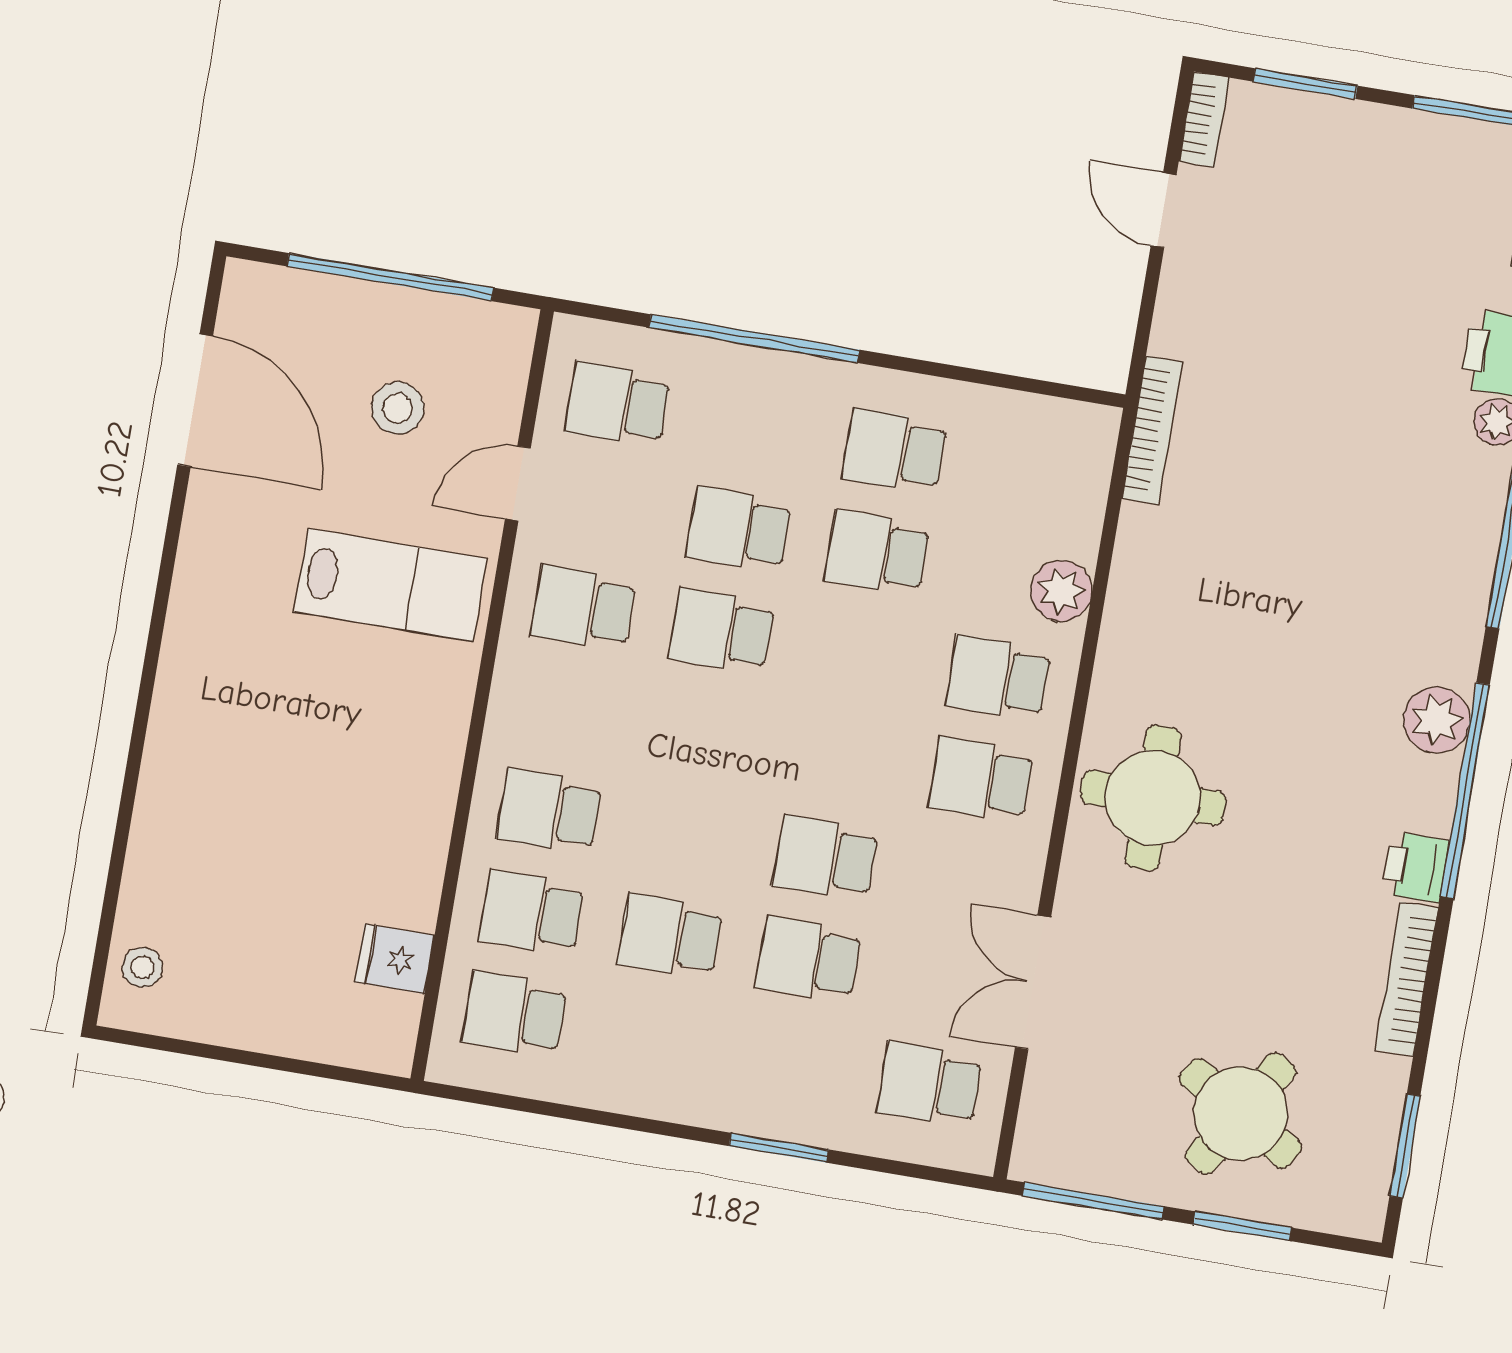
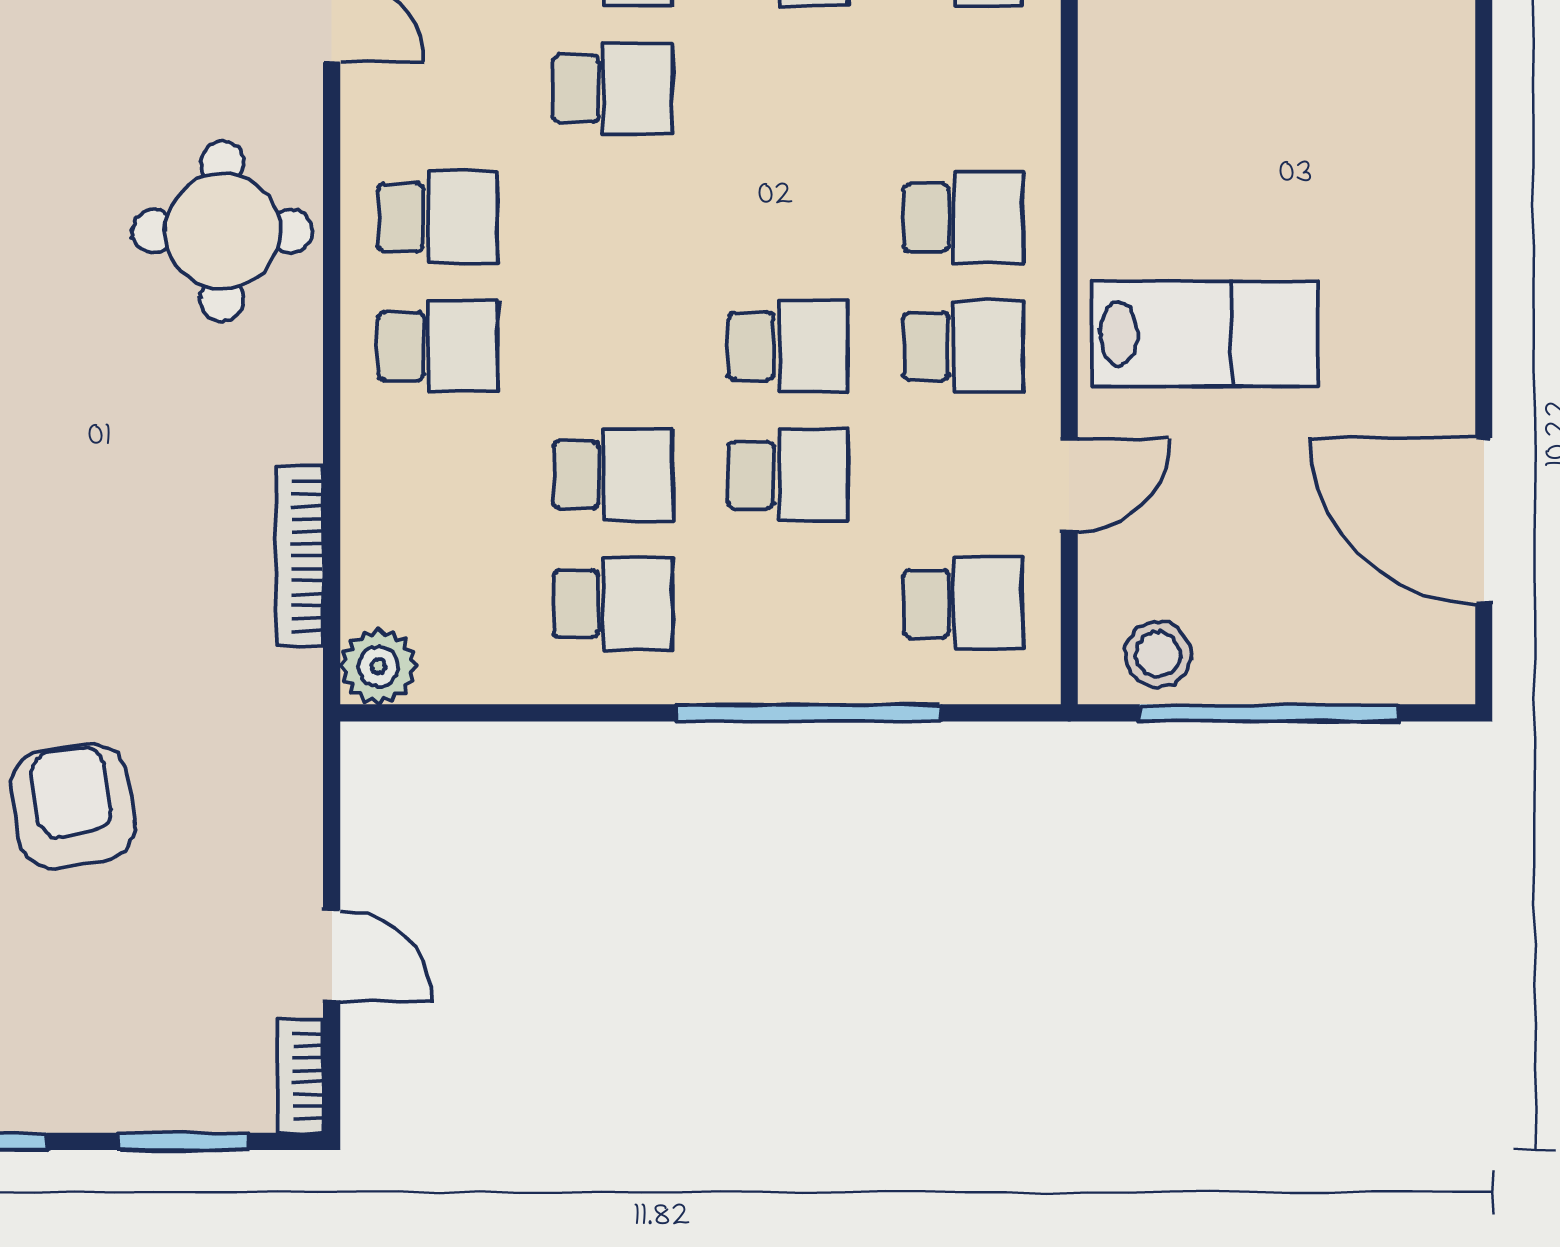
armchair: (1348, 363) -> (73, 806), added
stool: (398, 408) -> (1158, 654), moved
bookcase: (1152, 430) -> (300, 556), moved
lab bench: (391, 585) -> (1205, 334), turned 180
plant: (1061, 591) -> (378, 666), moved
school desk: (549, 811) -> (963, 218), moved

